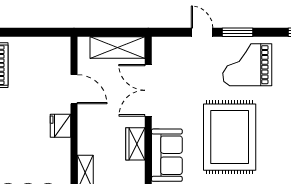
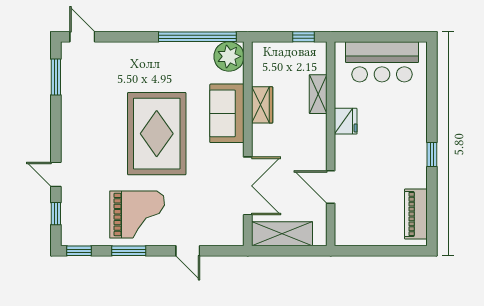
window: (238, 32) -> (129, 251), moved
fridge: (60, 126) -> (346, 121), moved
wardrobe: (135, 144) -> (262, 105), moved

